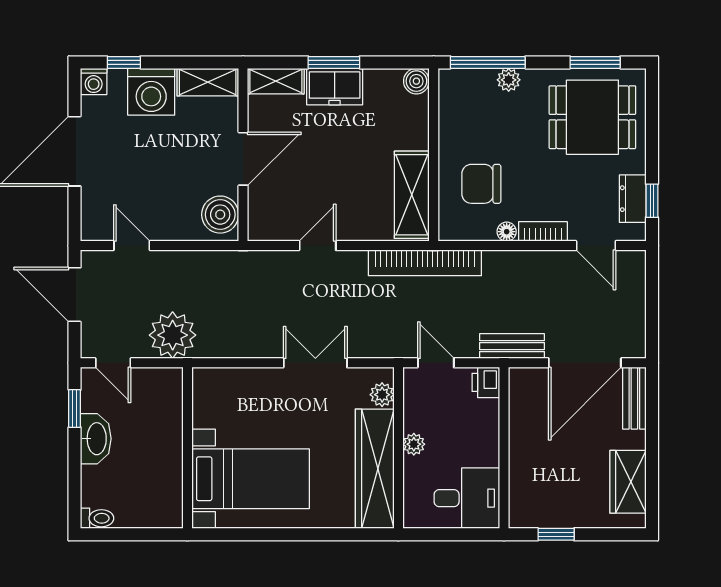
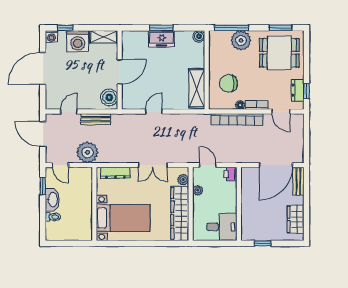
plant: (509, 80) -> (241, 40), width x1.88, depth x1.88
shelving: (276, 81) -> (135, 36), removed
door: (132, 246) -> (69, 112), hinge flipped
bookcase: (425, 263) -> (237, 119), moved
bench: (512, 346) -> (96, 119), moved
double door: (315, 363) -> (153, 165), swing flipped
dresser: (234, 380) -> (115, 173), added
plant: (414, 444) -> (198, 190), moved
toilet: (97, 518) -> (53, 217), moved

